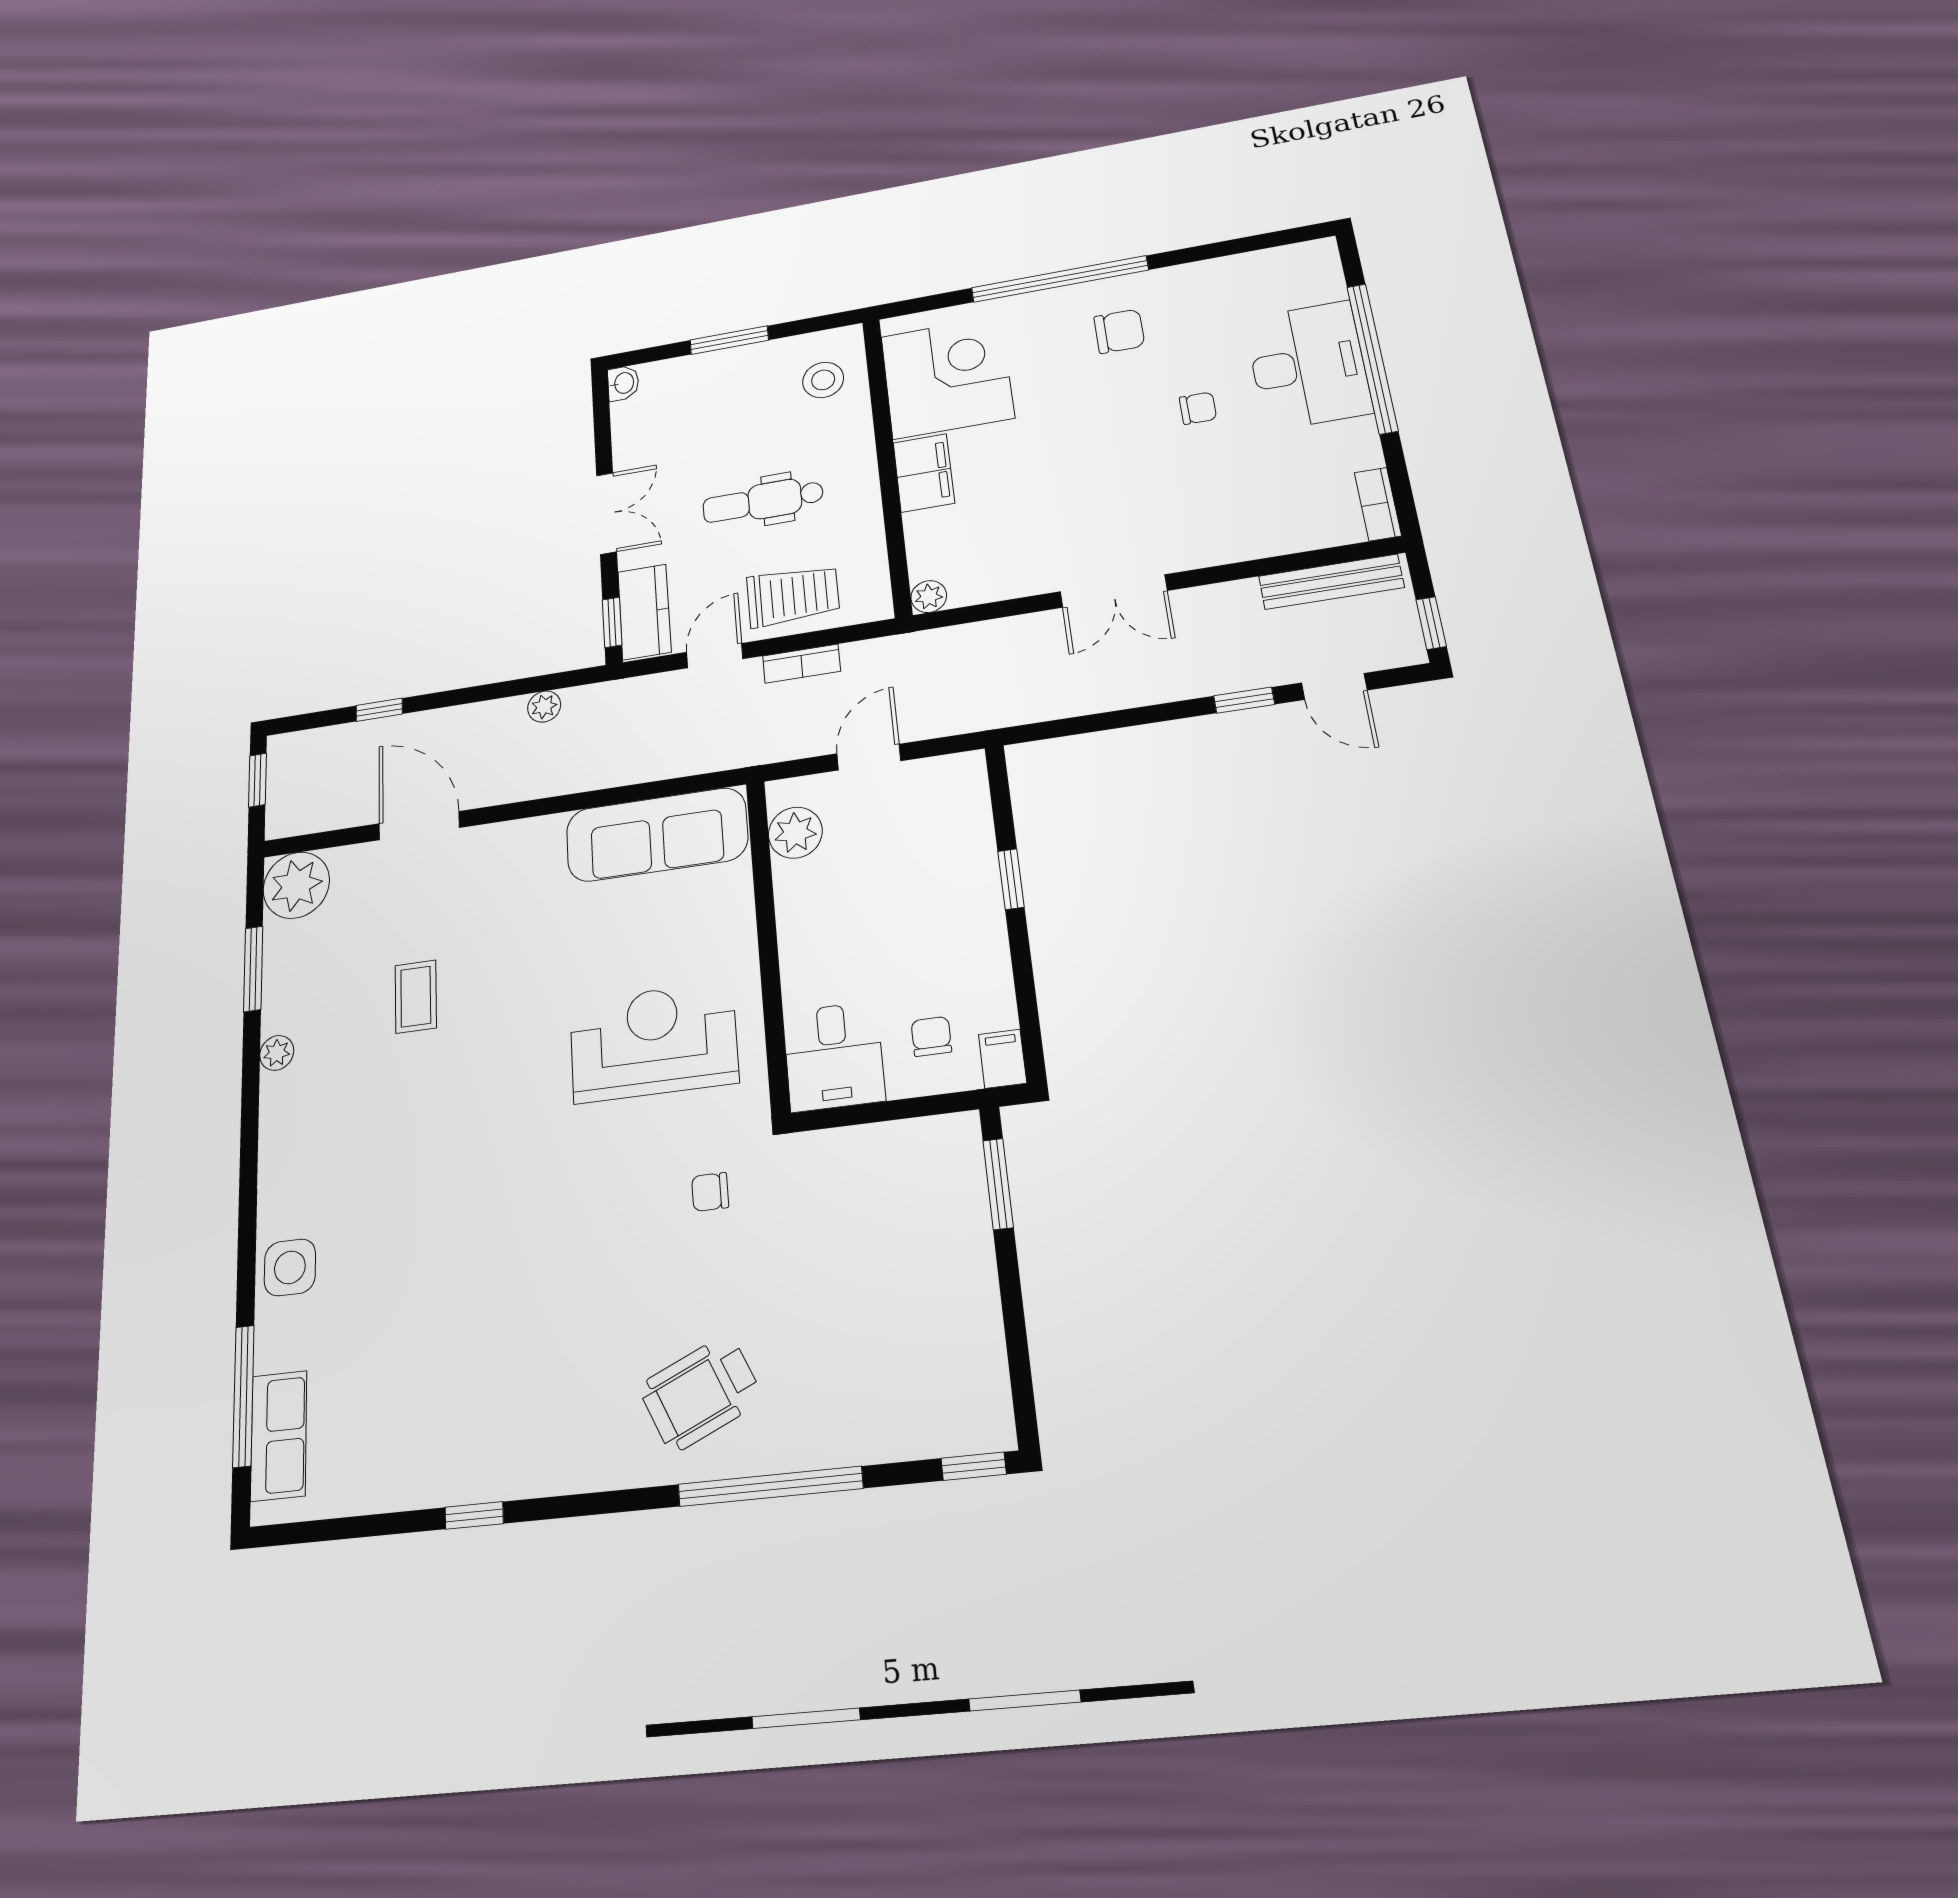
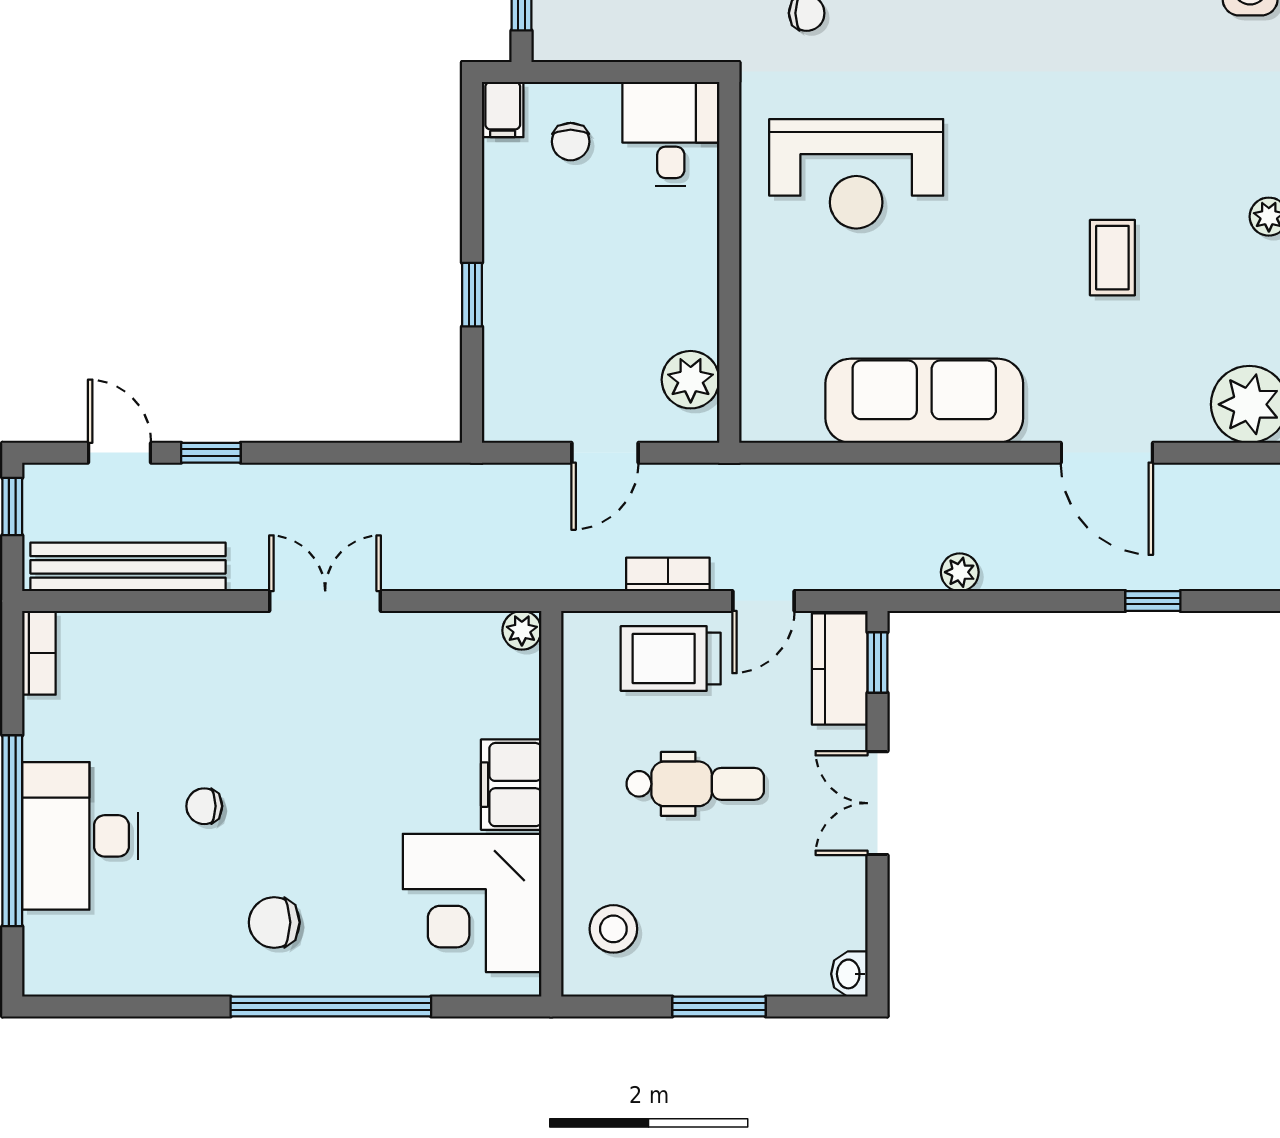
bench: (1331, 582) -> (128, 567), width x1.37, depth x1.21
sofa: (657, 835) -> (924, 401), moved

